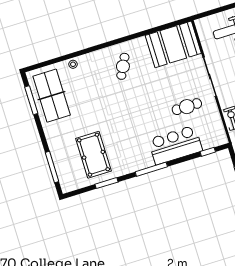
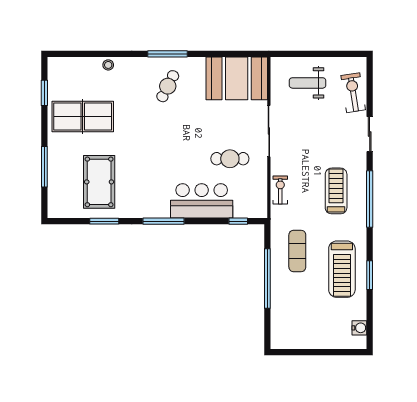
window: (115, 42) -> (168, 54), added
table tennis table: (52, 96) -> (83, 117), moved, turned 90
window: (31, 100) -> (44, 93), width x0.69
window: (52, 167) -> (44, 167), moved

